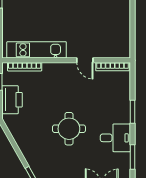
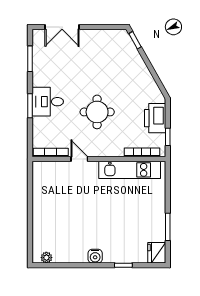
round table: (69, 129) -> (97, 112), moved
desk: (115, 138) -> (48, 102), moved

